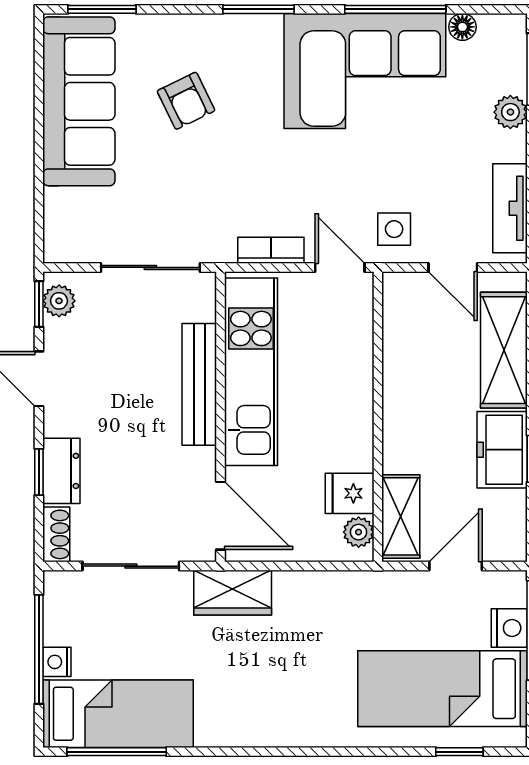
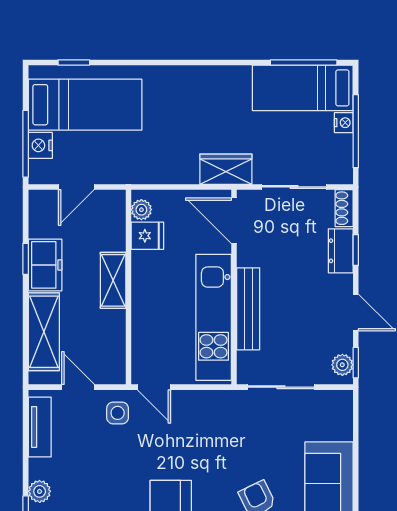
bookcase: (271, 250) -> (200, 399), removed
shelving: (401, 516) -> (113, 280), moved

